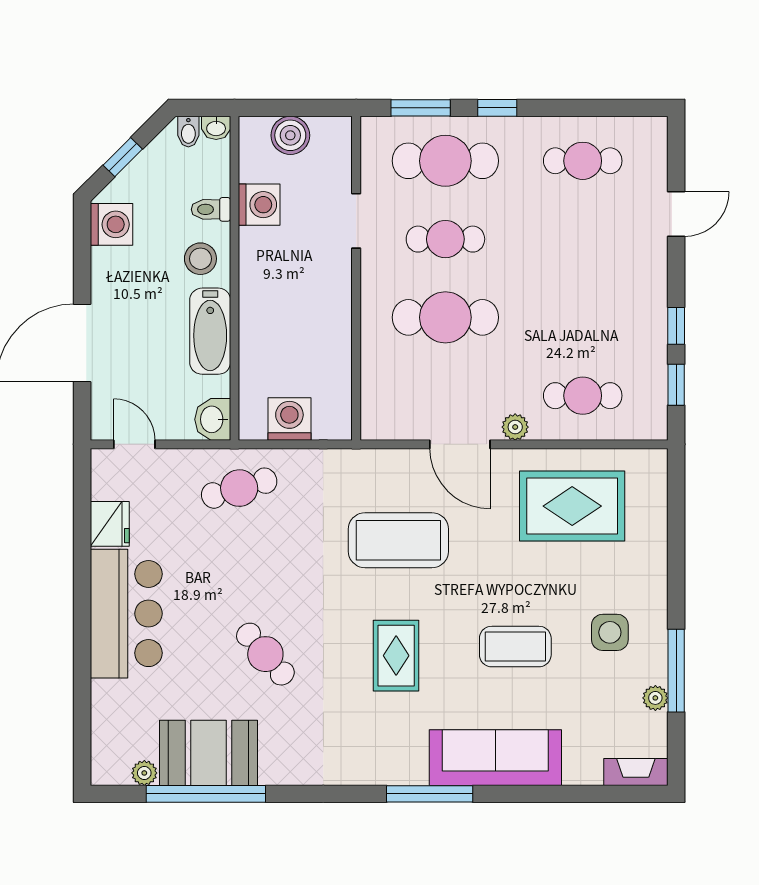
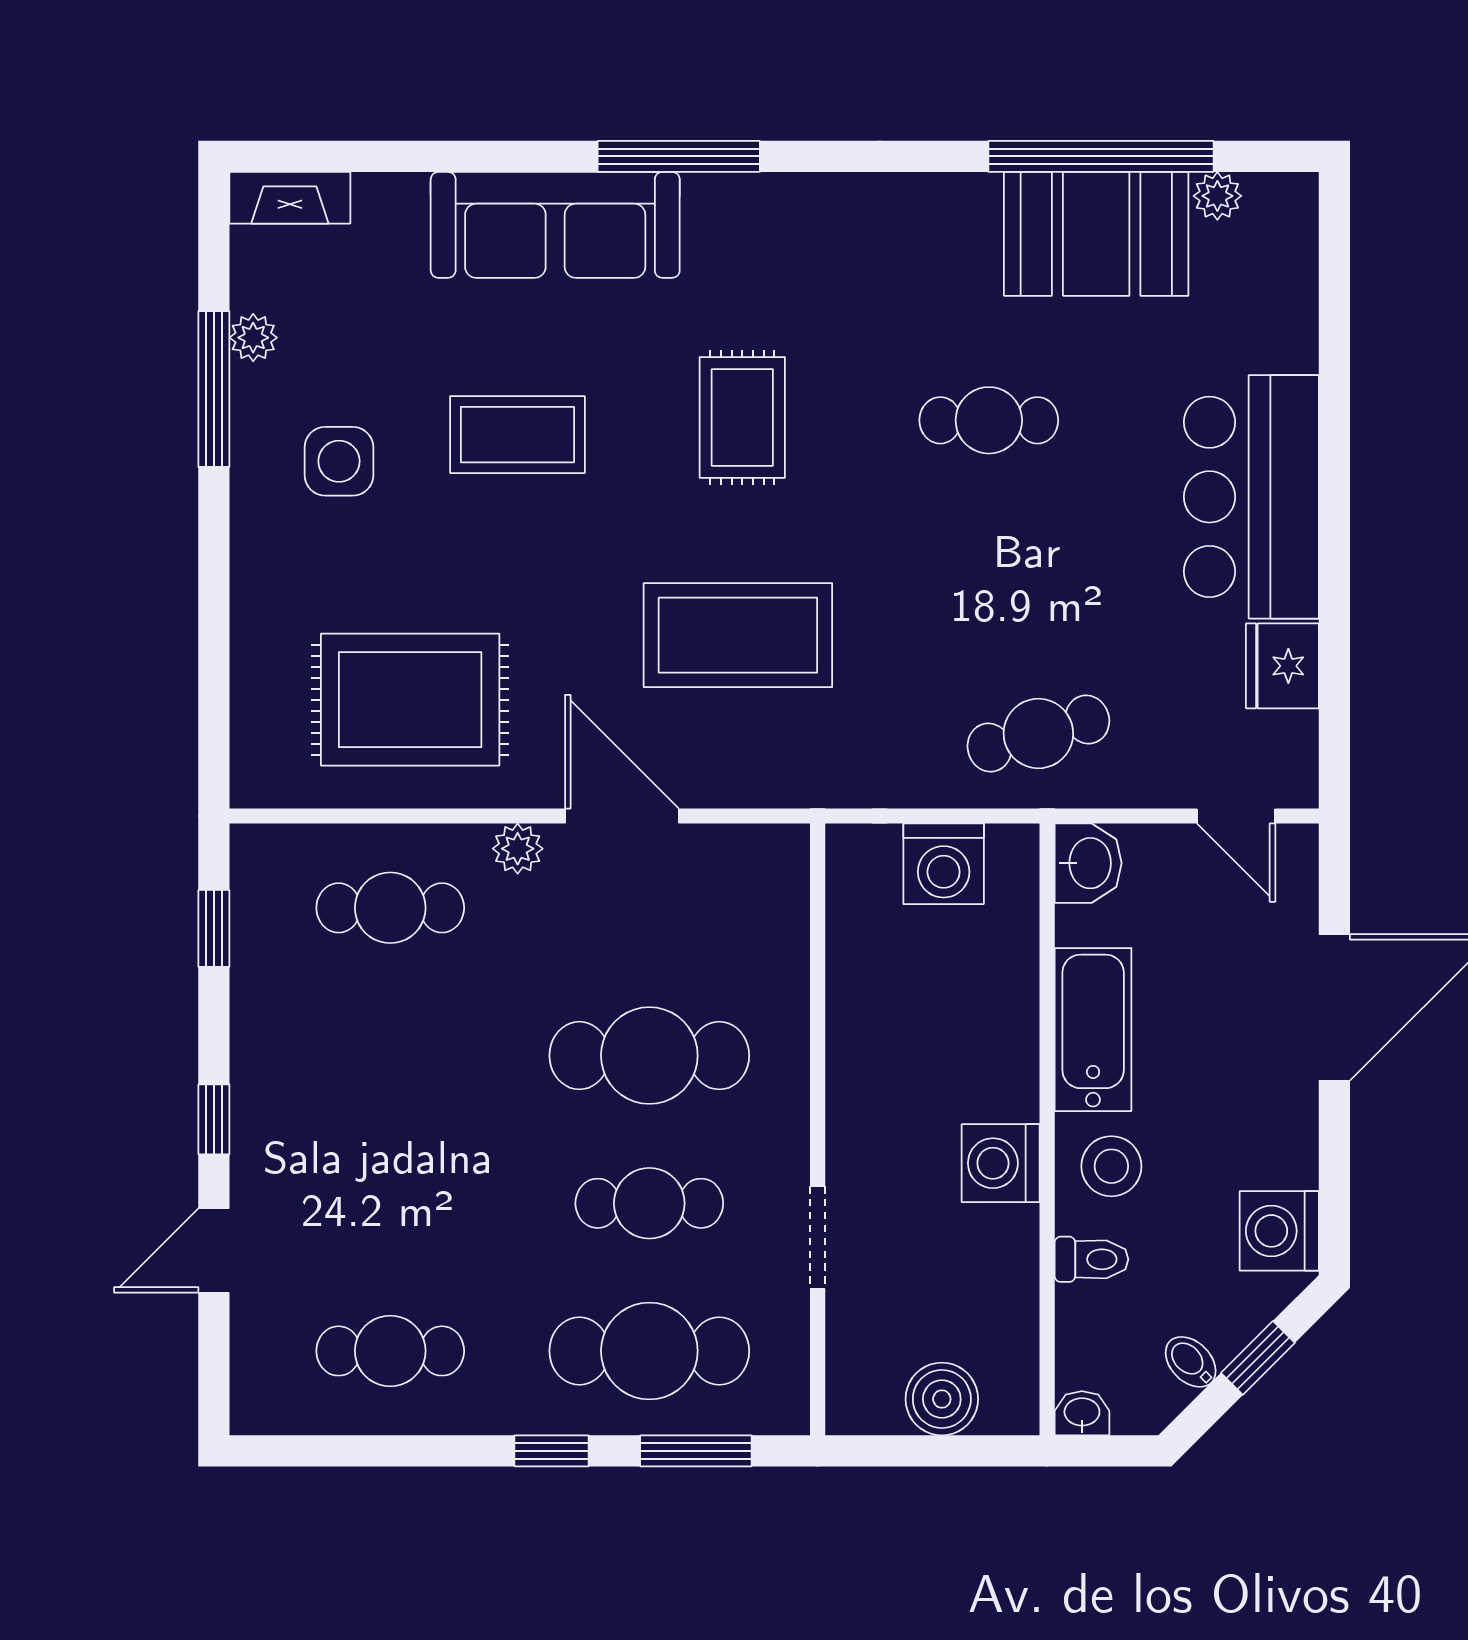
bidet: (188, 132) -> (1191, 1362), moved, turned -45
washing machine: (259, 205) -> (1001, 1163), moved
window: (676, 326) -> (214, 1119), moved
cafe table: (265, 654) -> (989, 420), turned -49

